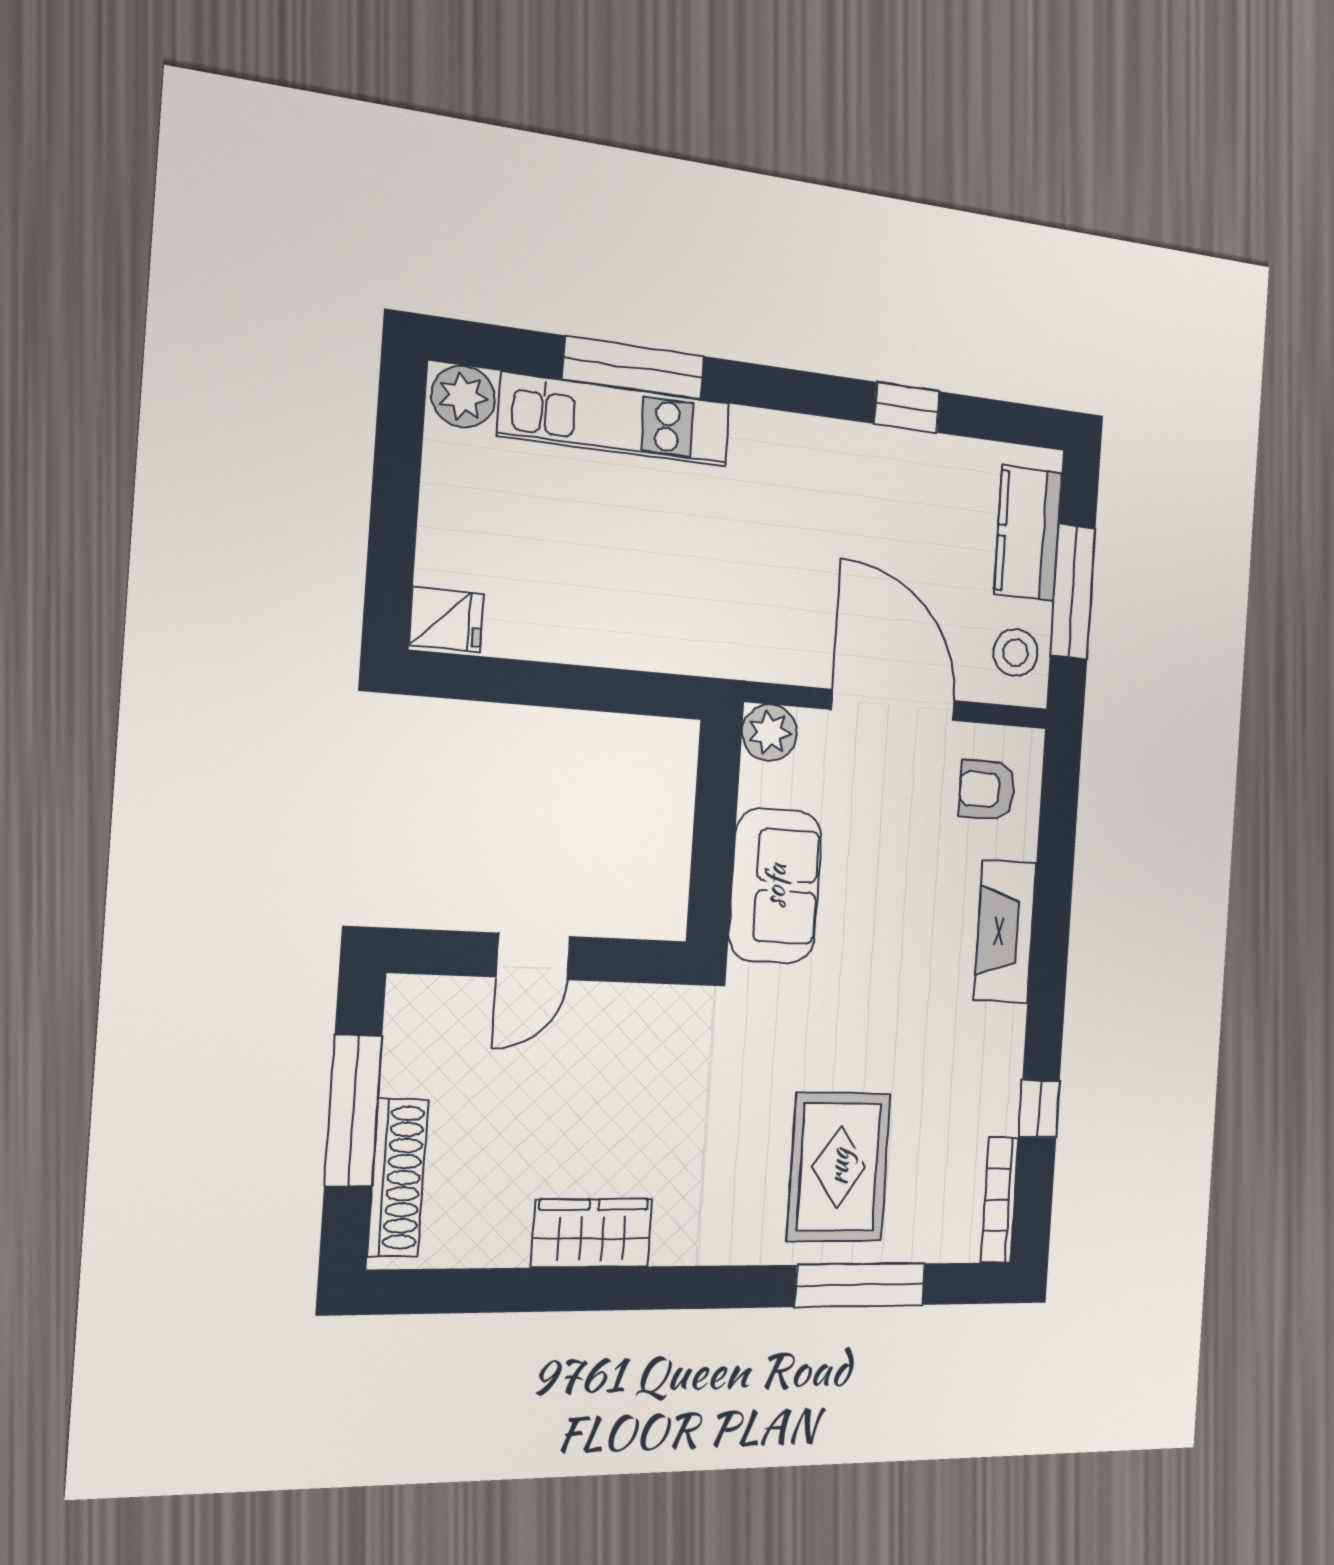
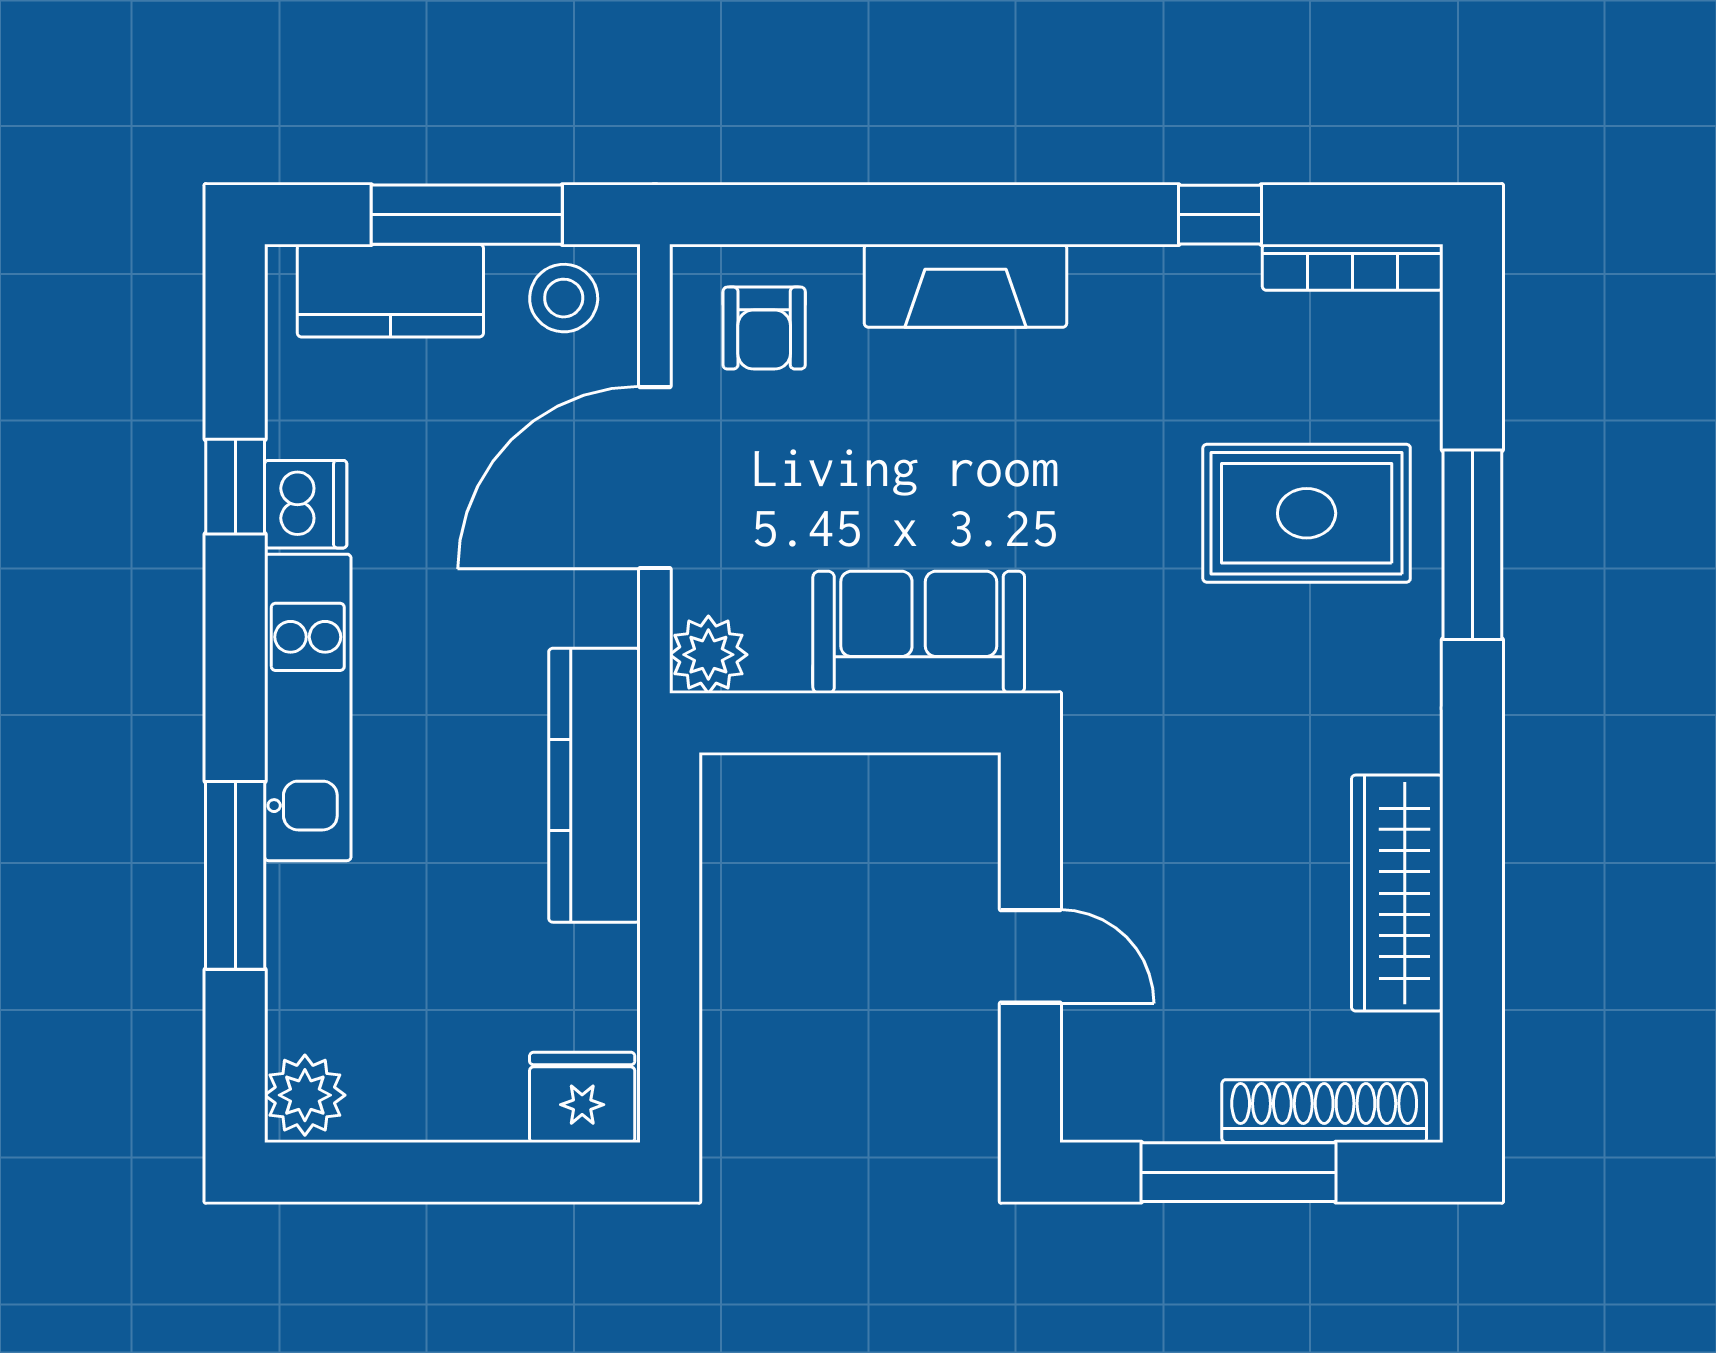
kitchen unit: (615, 420) -> (308, 707), moved
dishwasher: (892, 456) -> (306, 504), added
fridge: (446, 620) -> (582, 1097), width x1.38
kitchen counter: (682, 641) -> (594, 785), added
wardrobe: (592, 1233) -> (1397, 893), width x1.50
window: (860, 1285) -> (1472, 545), moved

